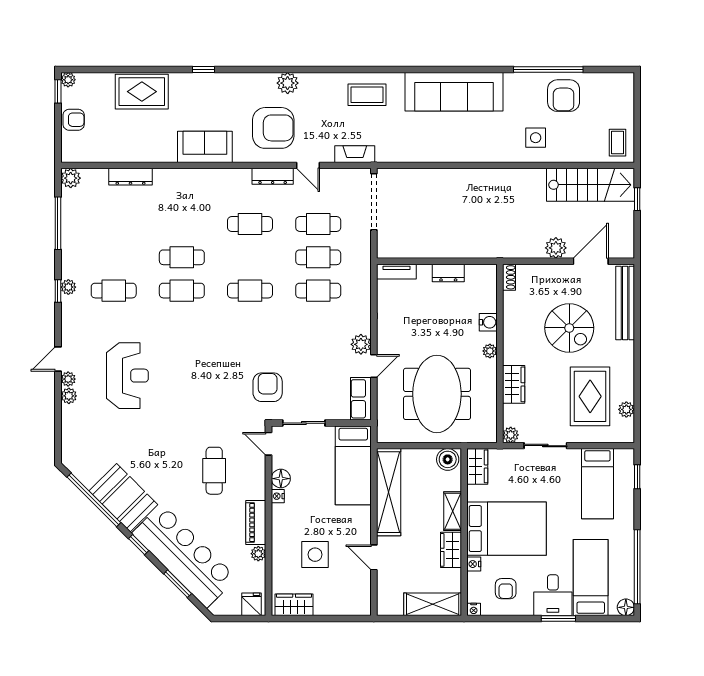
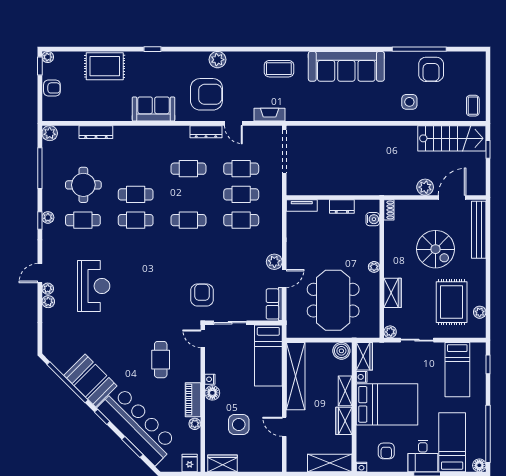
round table: (114, 245) -> (83, 185), added
water cooler: (488, 322) -> (373, 219), moved
floor lamp: (281, 479) -> (212, 393), moved
nightstand: (474, 564) -> (362, 377), moved

